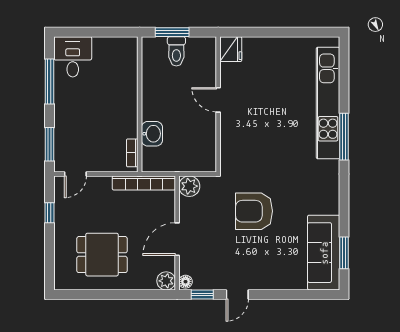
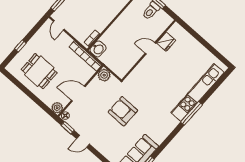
fridge: (231, 49) -> (166, 42), moved
door: (218, 100) -> (150, 48), hinge flipped
washbasin: (152, 134) -> (98, 49), moved
door: (75, 174) -> (59, 25), hinge flipped
window: (49, 213) -> (20, 46), moved

